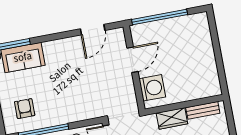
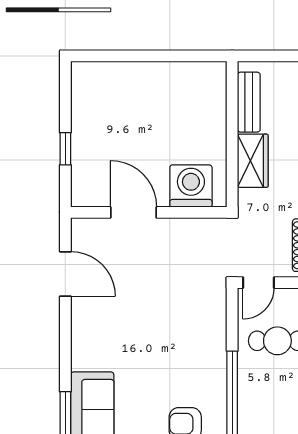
window: (160, 17) -> (65, 149), width x0.32

